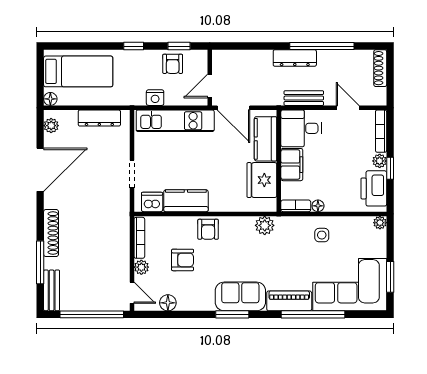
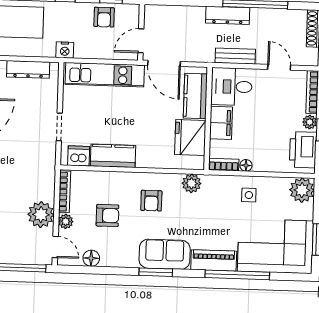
nightstand: (155, 98) -> (65, 50), moved
plant: (380, 223) -> (302, 190), width x1.87, depth x1.87
armchair: (208, 229) -> (151, 201), moved
plant: (117, 261) -> (41, 215), added

